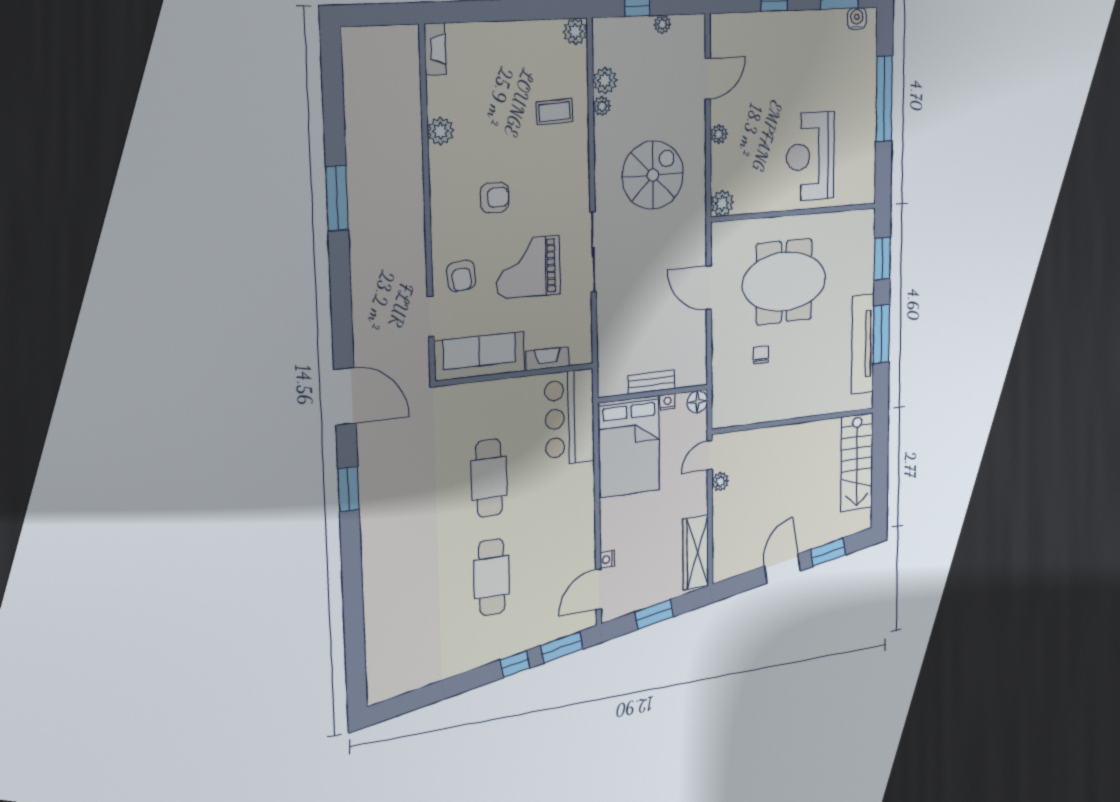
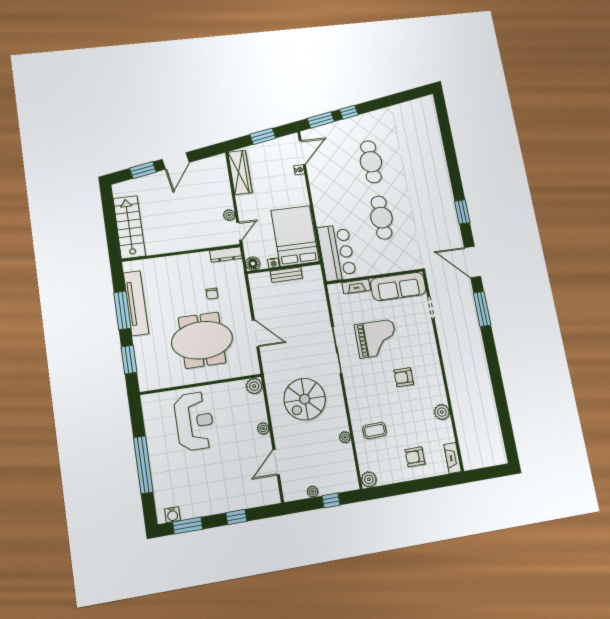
plant: (605, 81) -> (345, 453), removed
window: (337, 198) -> (482, 309), moved
armchair: (461, 276) -> (415, 457), moved, turned -84
dresser: (733, 417) -> (226, 254), added

